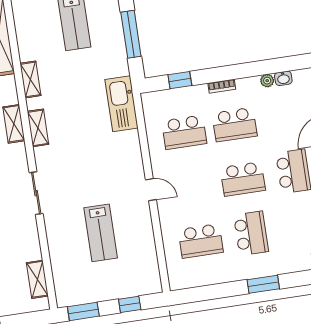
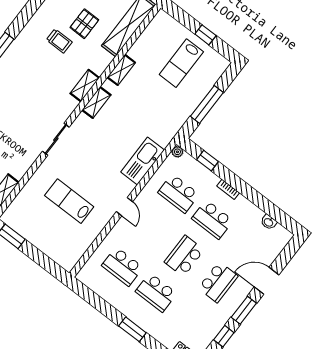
plant: (267, 81) -> (177, 152), moved
kitchen sink: (122, 104) -> (143, 161), moved
school desk: (243, 179) -> (184, 256), turned 90
lab bench: (101, 233) -> (69, 201), turned 90
school desk: (251, 233) -> (156, 292), turned 90
window: (130, 304) -> (43, 260), removed

